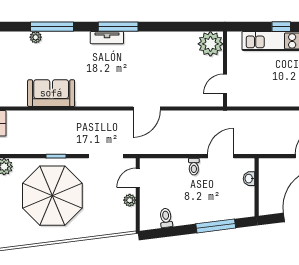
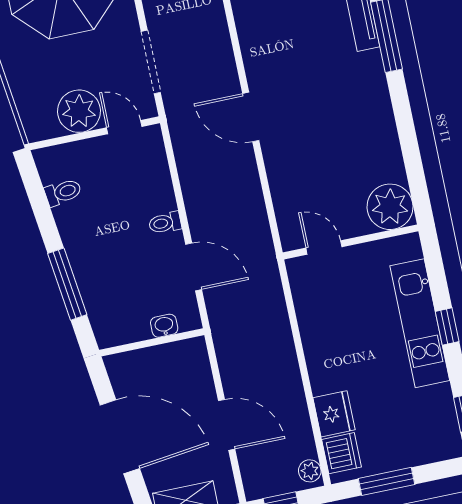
plant: (130, 200) -> (79, 111), width x1.87, depth x1.87

